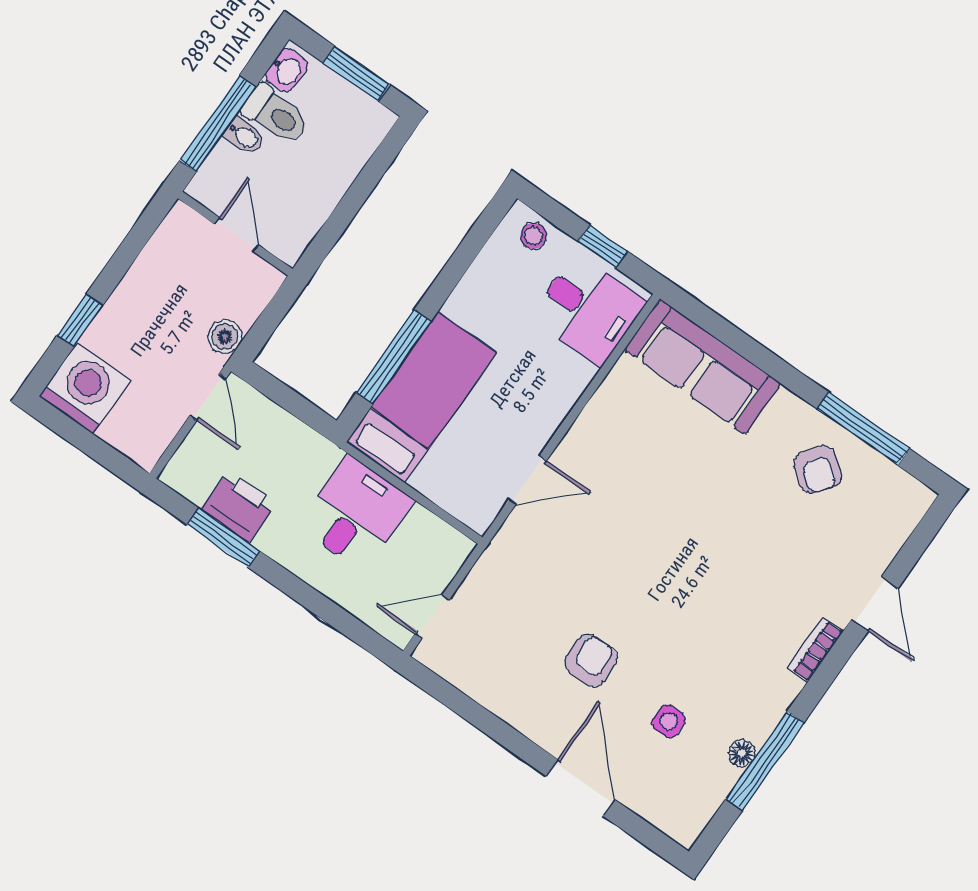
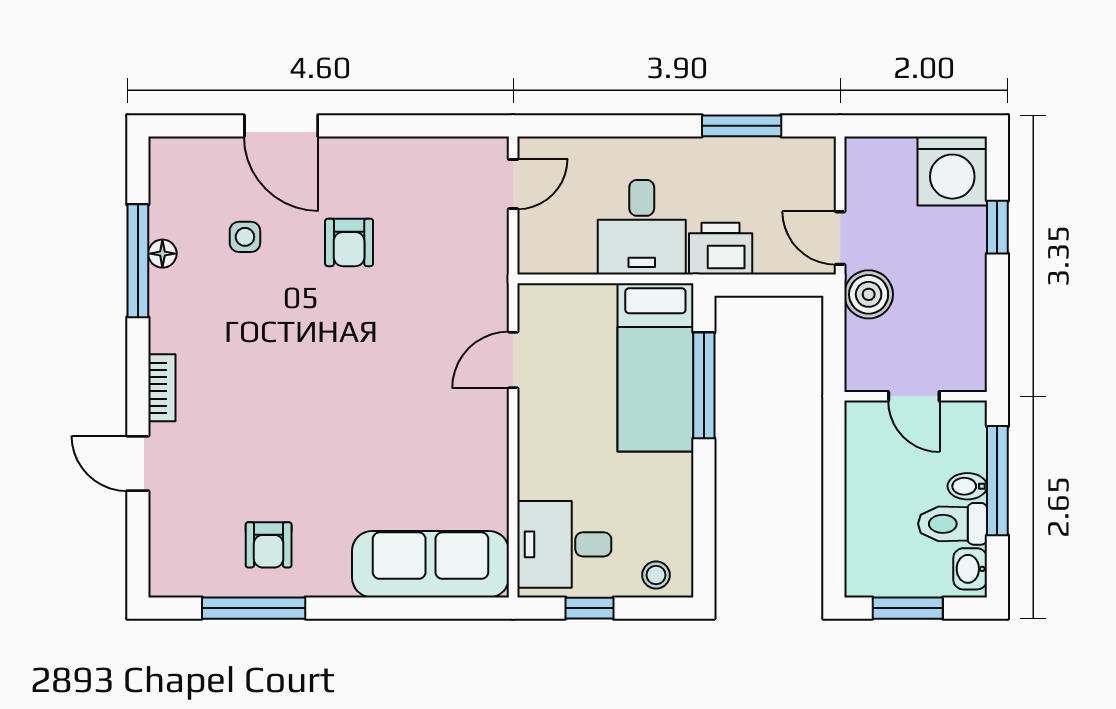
boiler: (225, 337) -> (869, 294), width x1.36, depth x1.36
armchair: (818, 470) -> (269, 545), turned -127
printer: (239, 506) -> (721, 249), moved, turned 180

